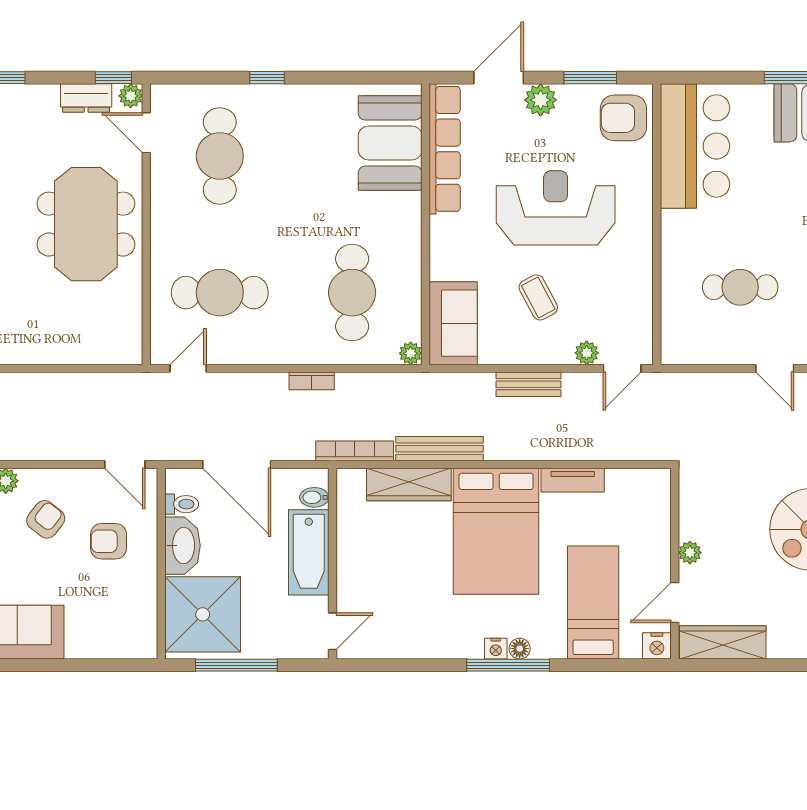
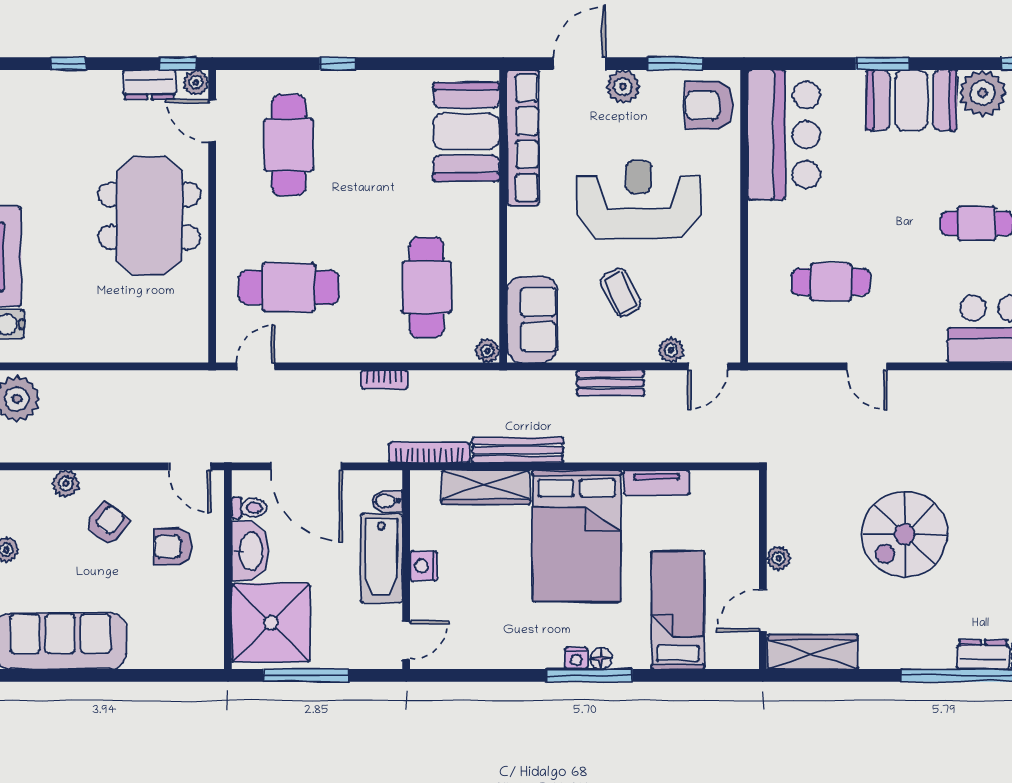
nightstand: (657, 646) -> (424, 566), moved, turned 90

